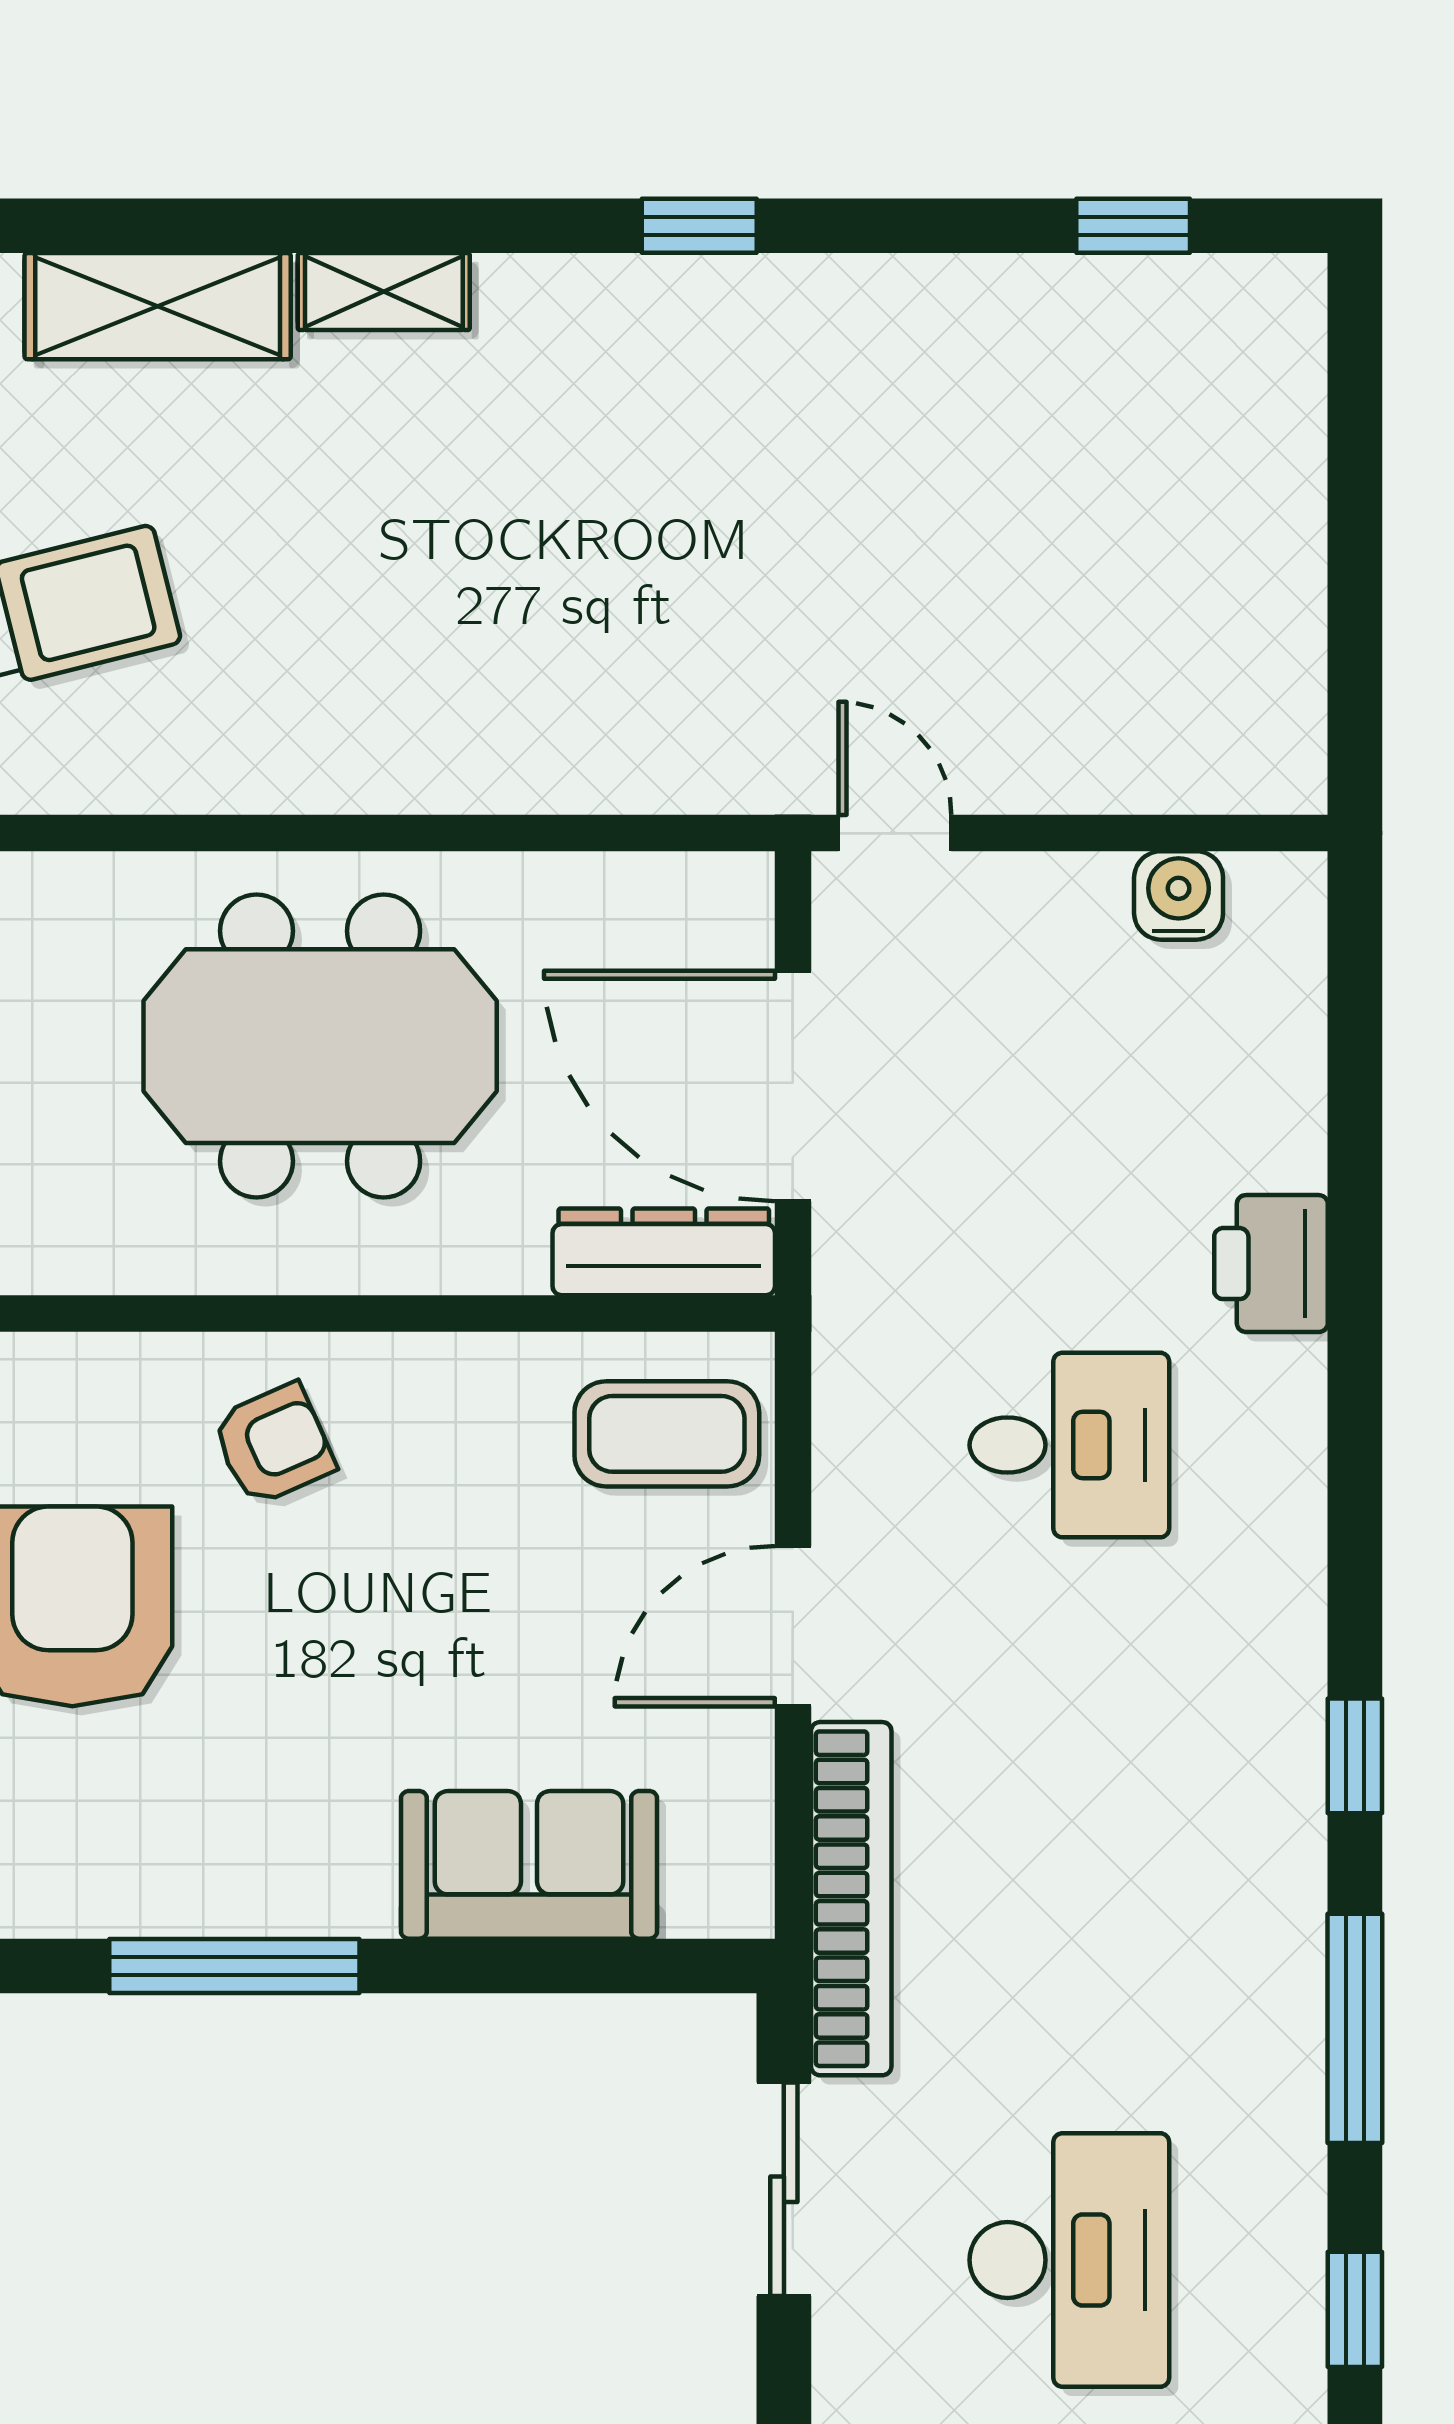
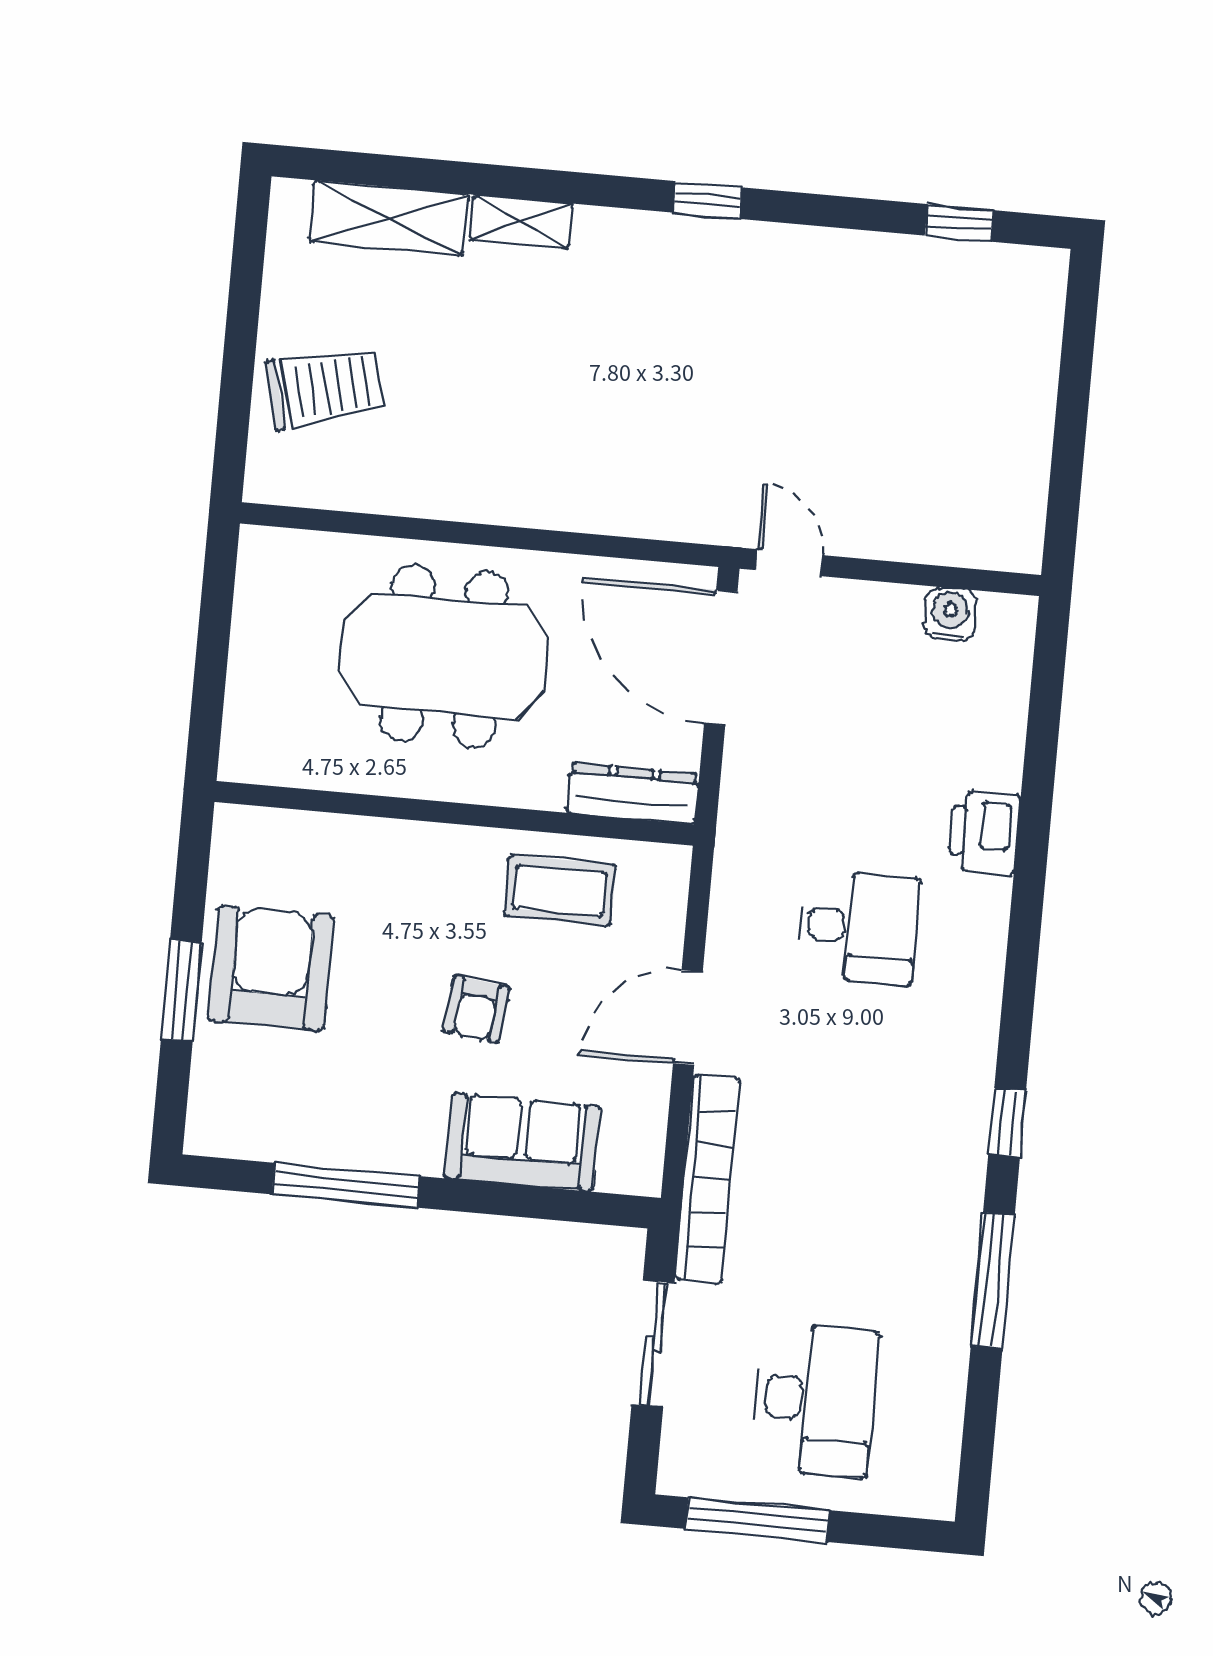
door: (793, 1086) -> (721, 658), moved
coffee table: (667, 1434) -> (560, 890), moved
armchair: (273, 1444) -> (476, 1009), moved, turned 121
window: (1355, 2309) -> (978, 1444), removed

